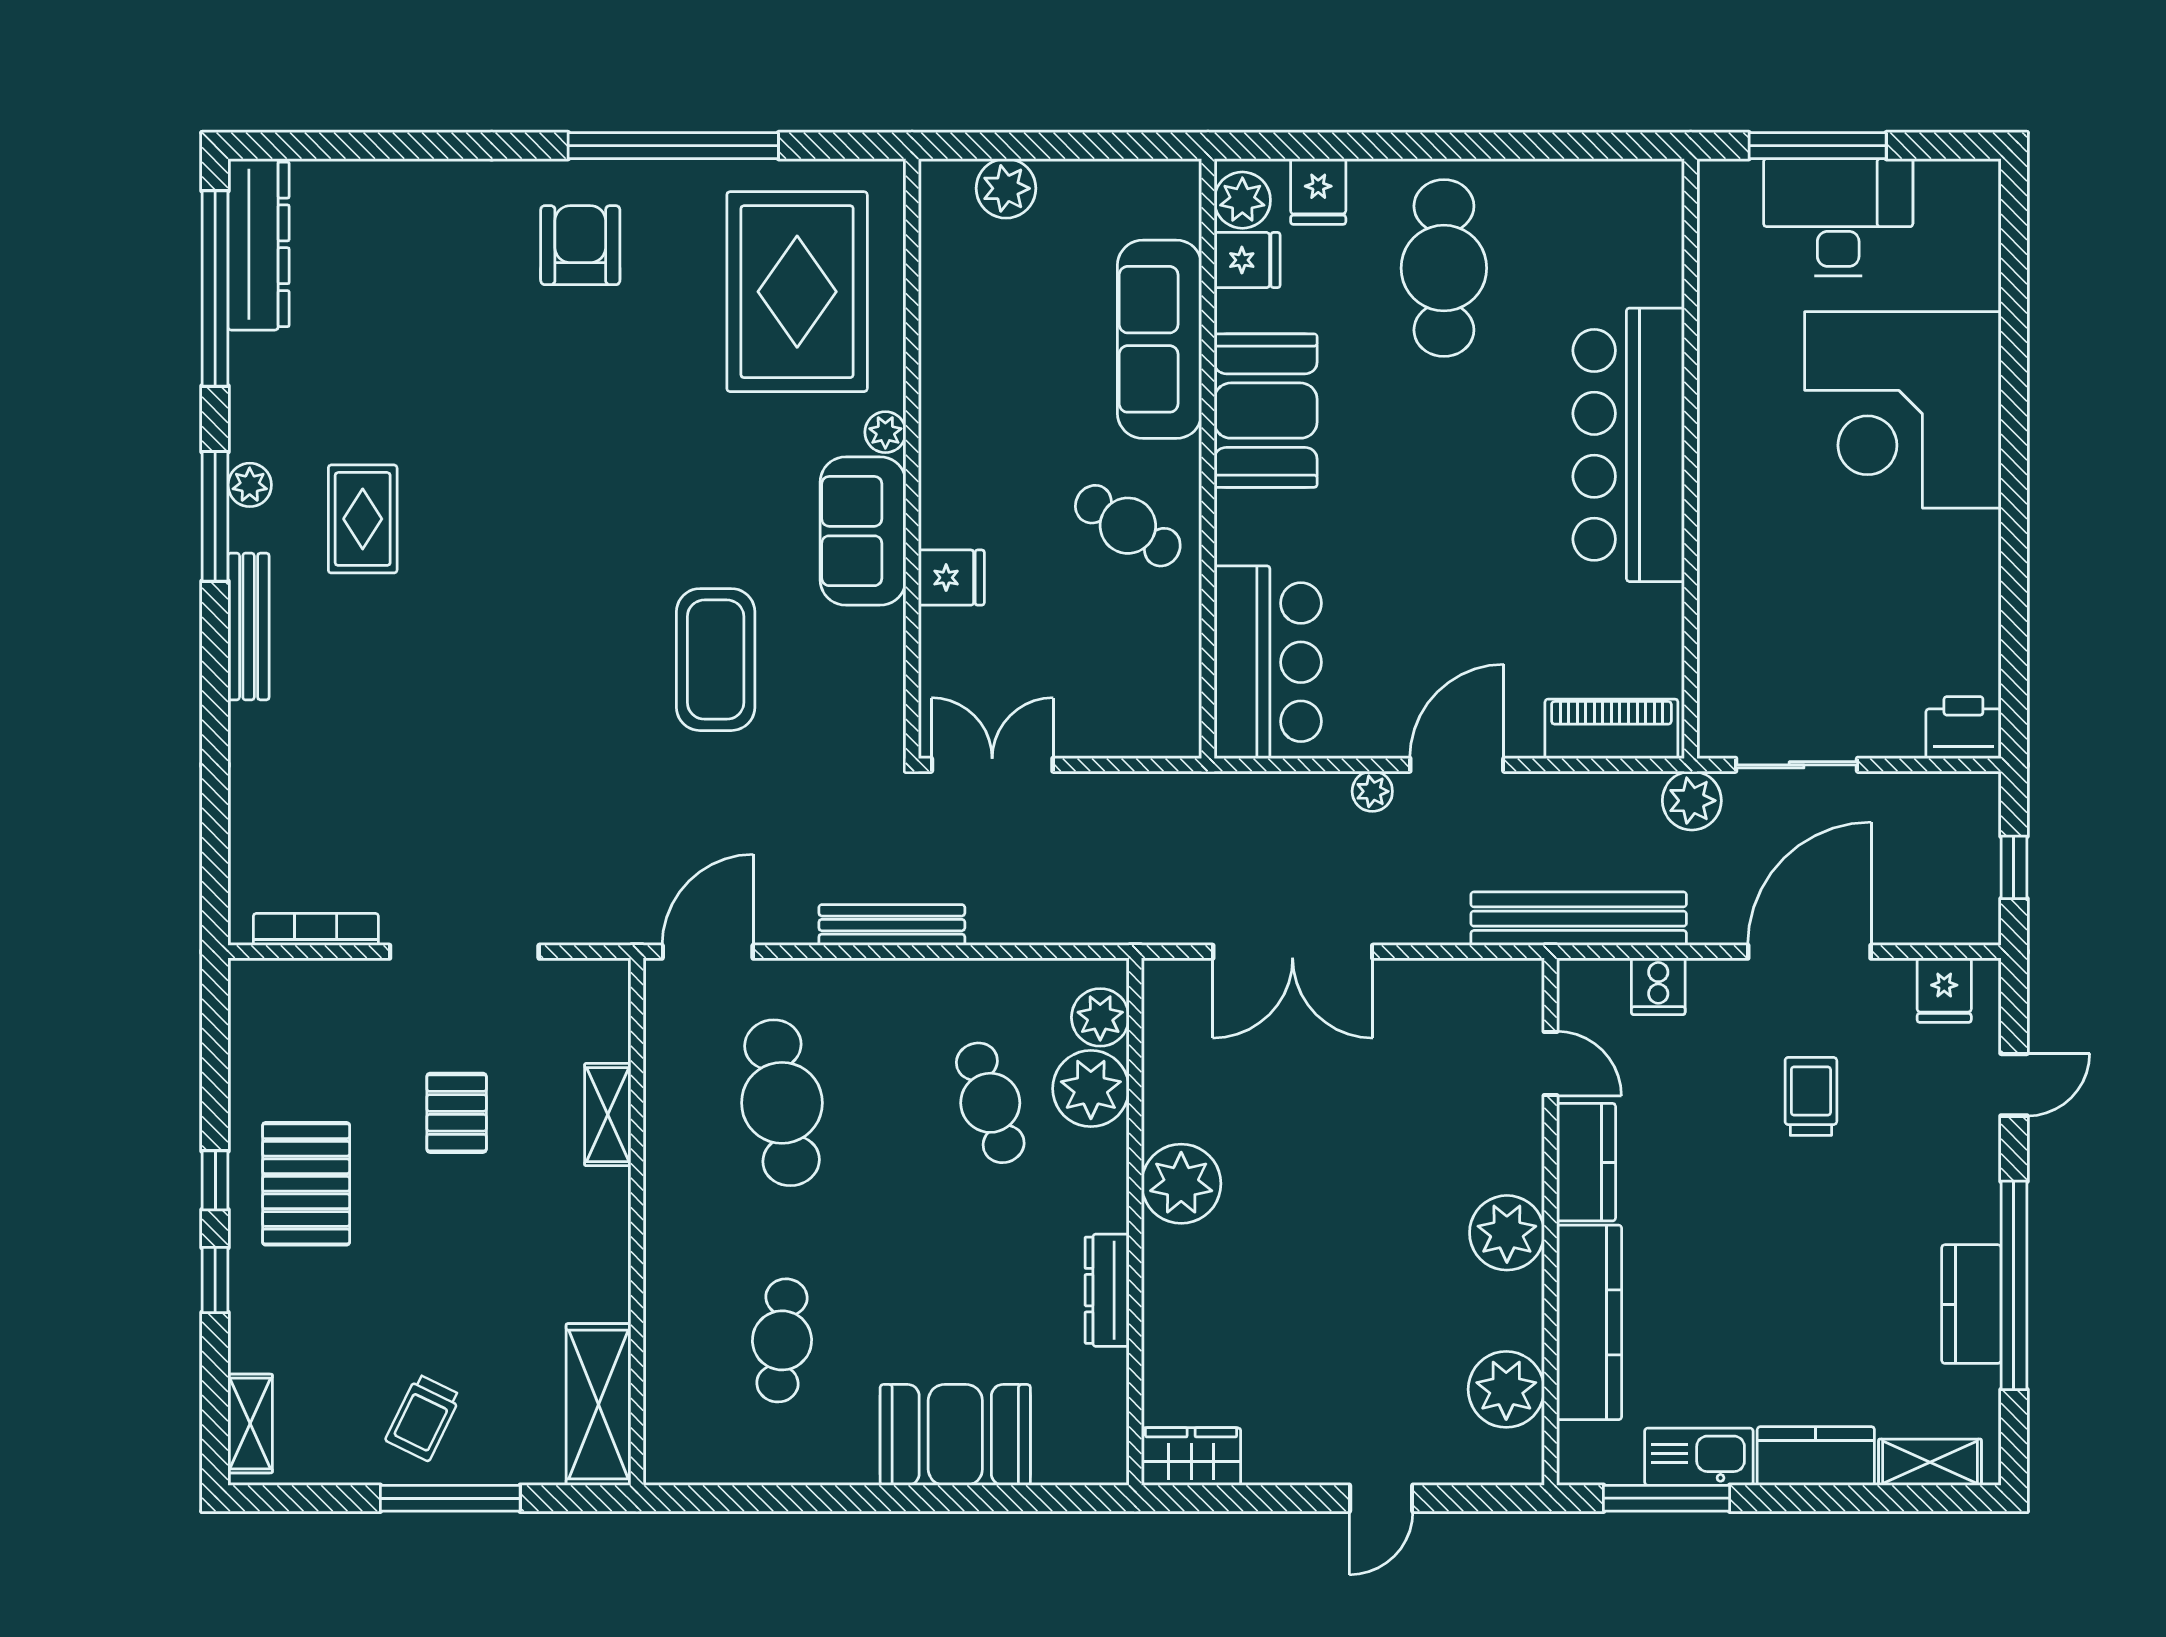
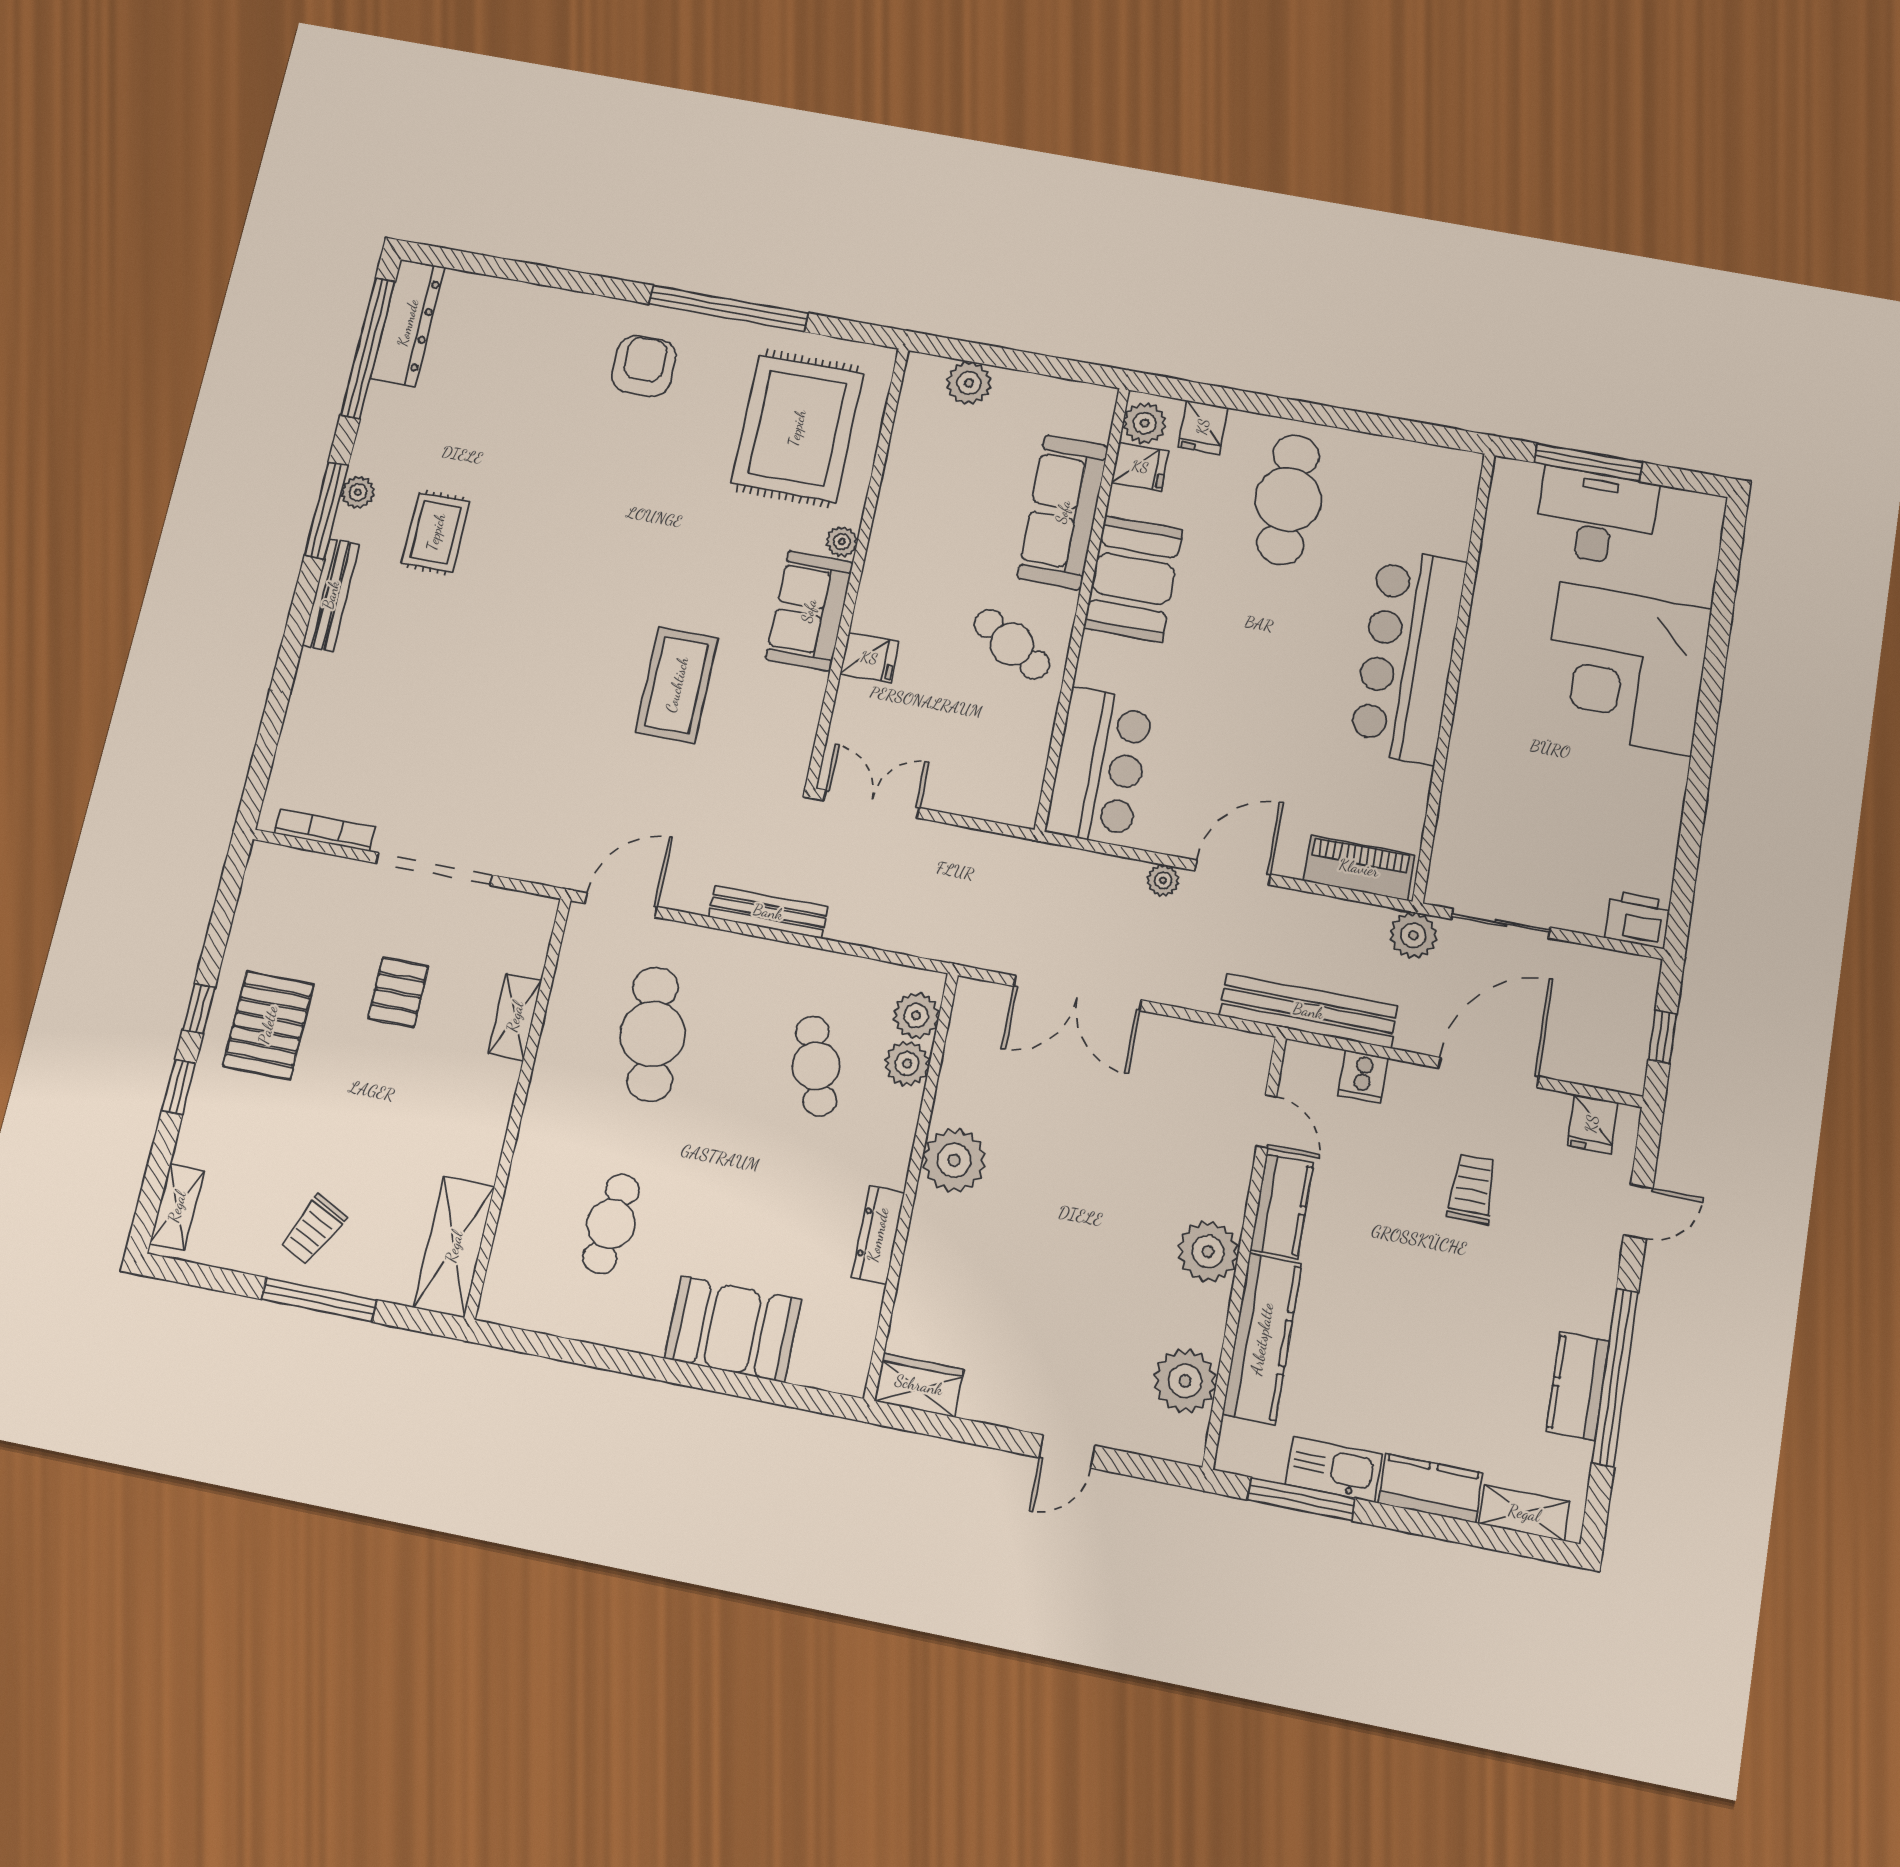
plant: (1091, 1089) -> (907, 1064), width x0.73, depth x0.73

